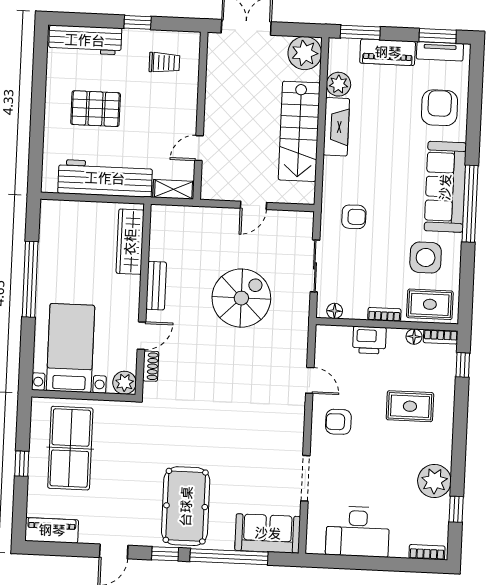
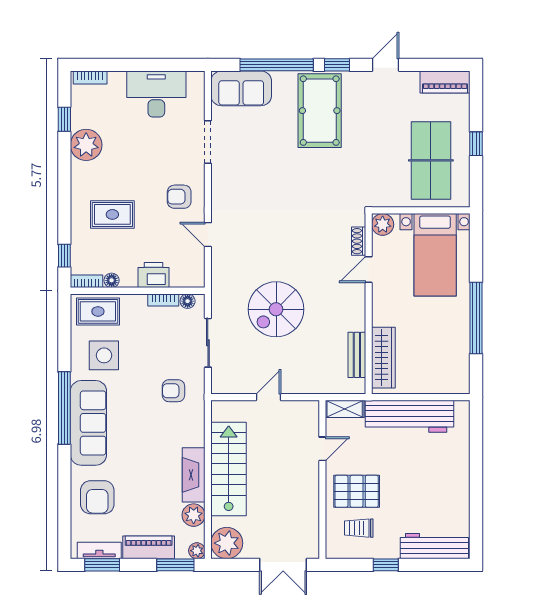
plant: (337, 46) -> (197, 551), added
pallet: (96, 109) -> (357, 491), moved
bench: (156, 286) -> (357, 355), moved
bookcase: (384, 314) -> (163, 300), moved
armchair: (338, 422) -> (179, 197), turned 180

